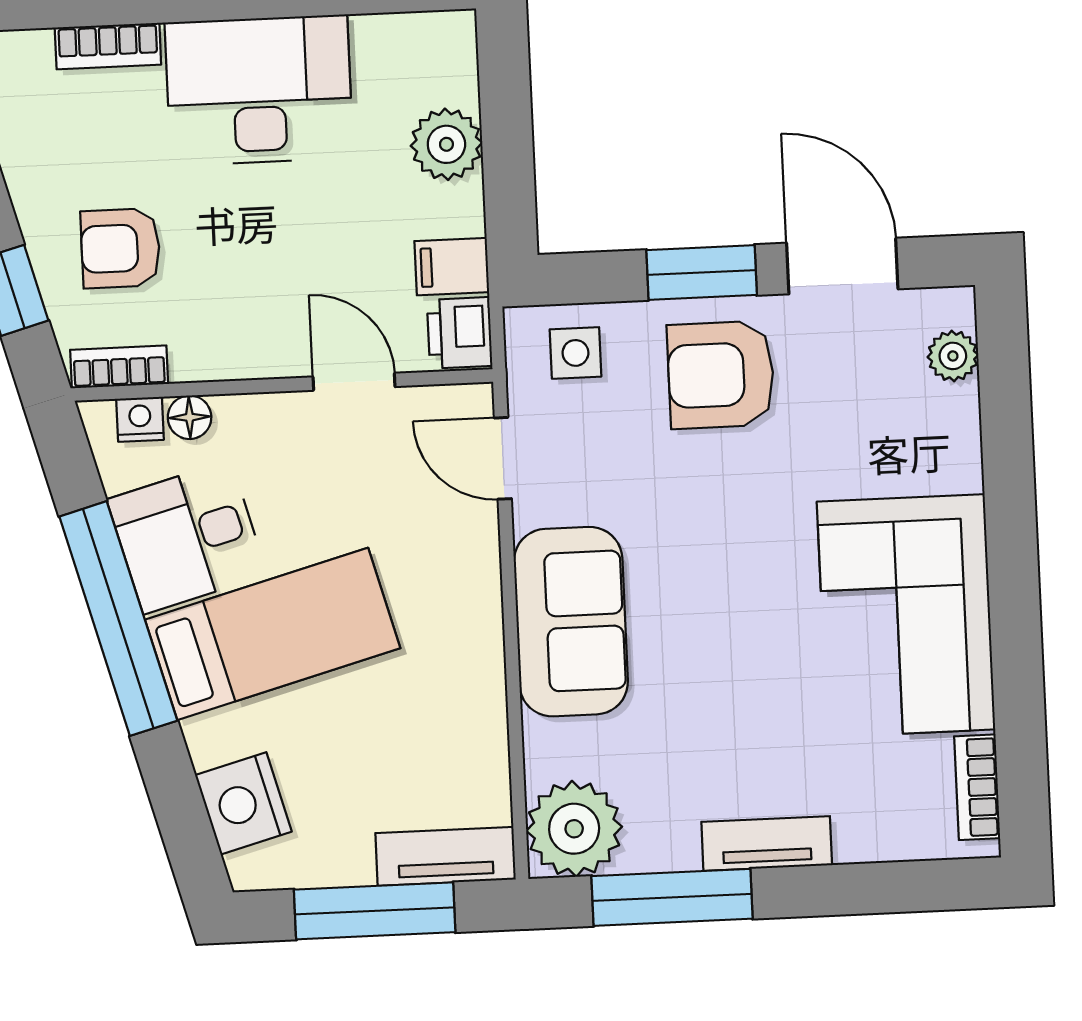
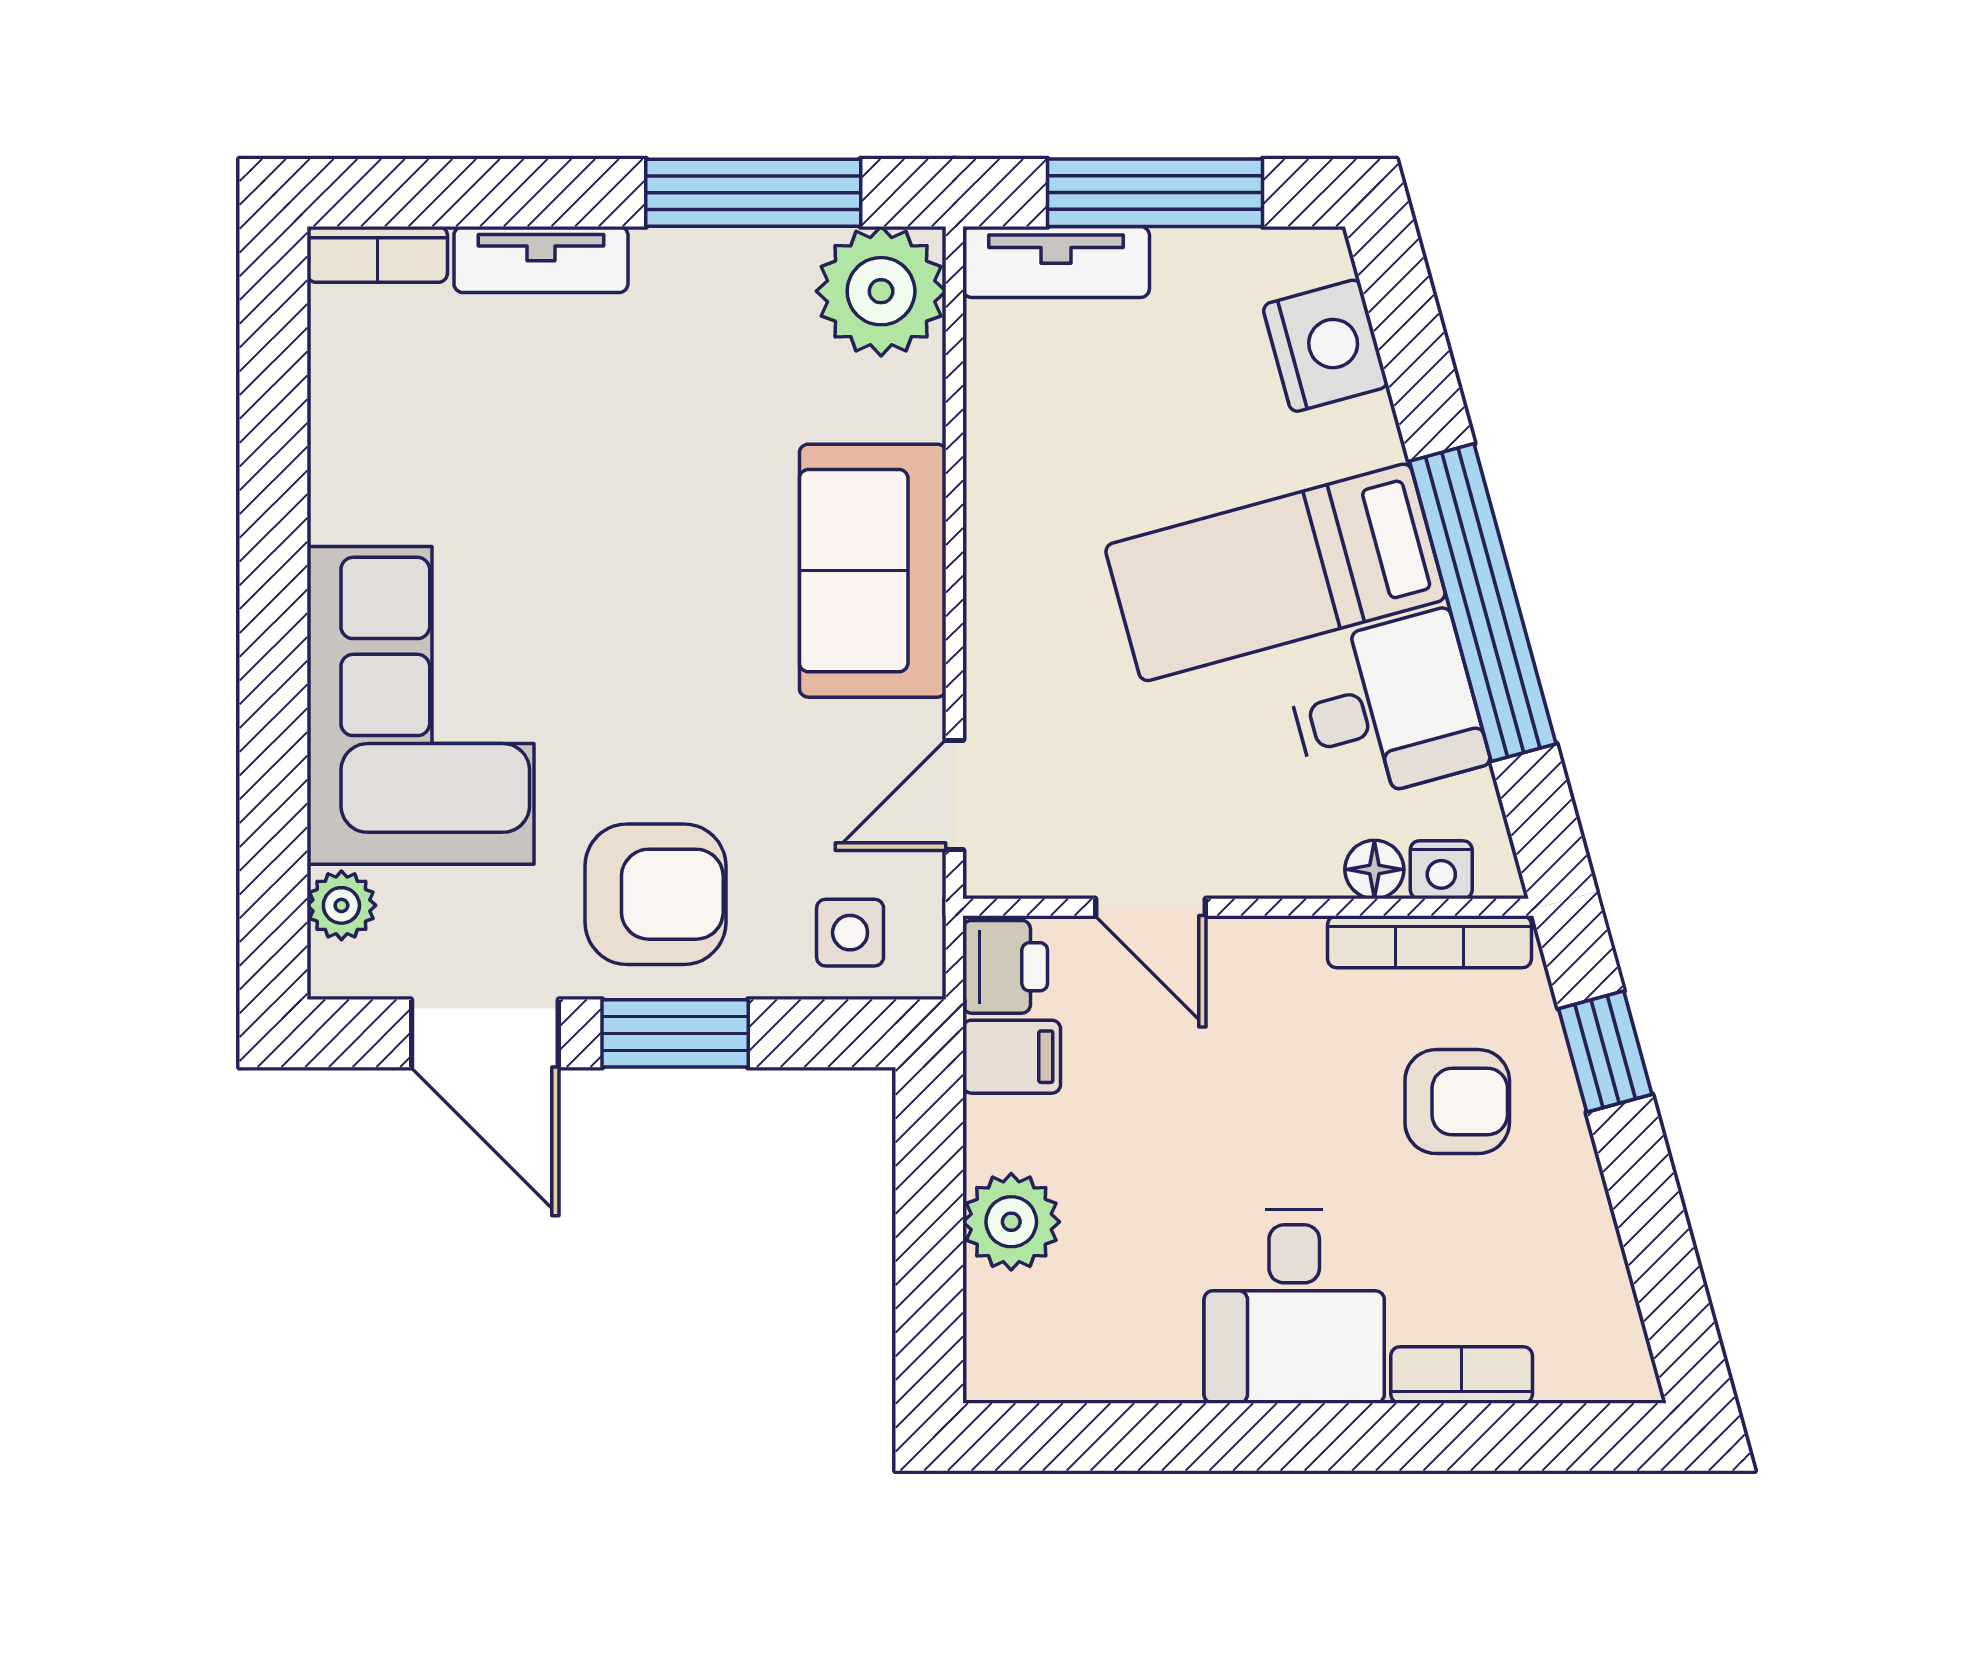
desk: (259, 90) -> (1294, 1306), width x0.73
bookcase: (119, 367) -> (1430, 942), width x1.56
door: (503, 458) -> (954, 795), swing flipped
corner sofa: (906, 616) -> (420, 705), moved
bookcase: (977, 787) -> (377, 254), moved, turned 90
tv unit: (767, 843) -> (541, 259), moved

